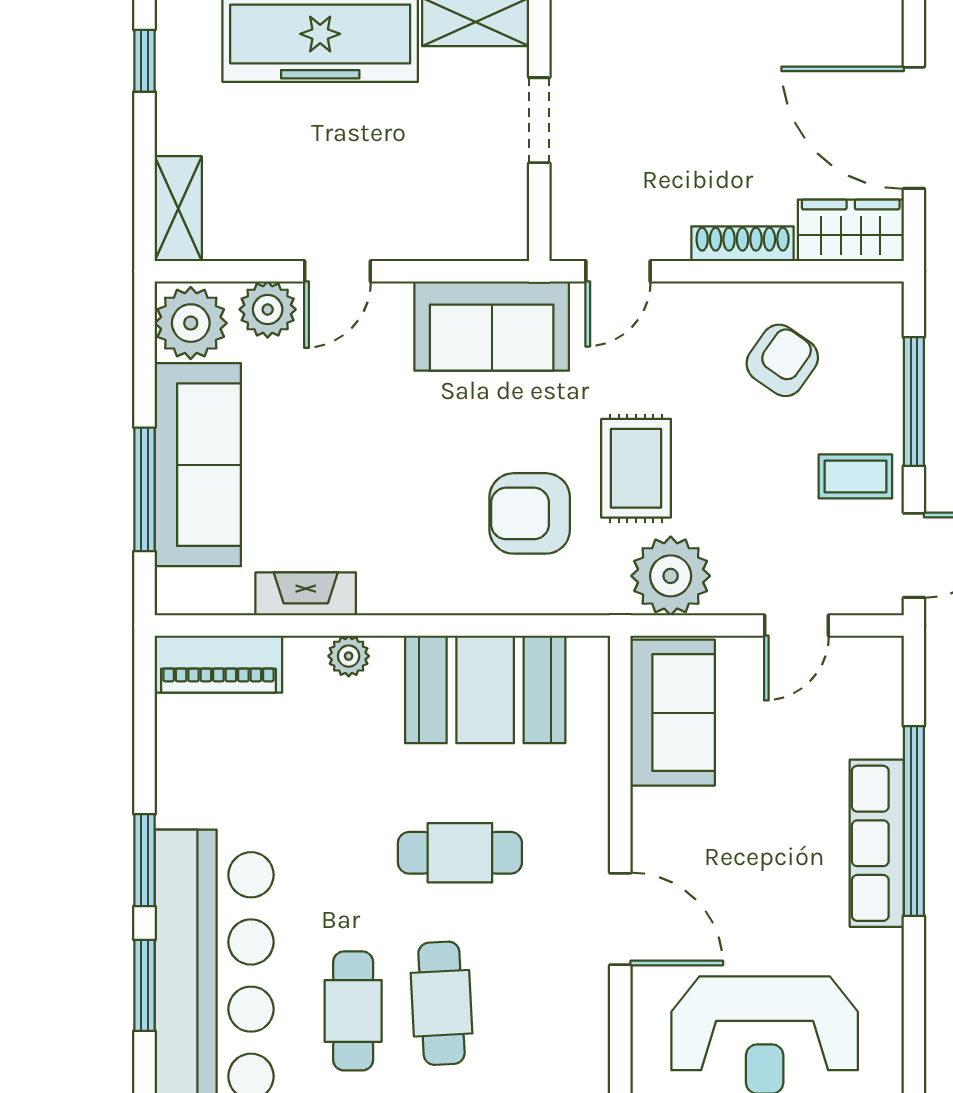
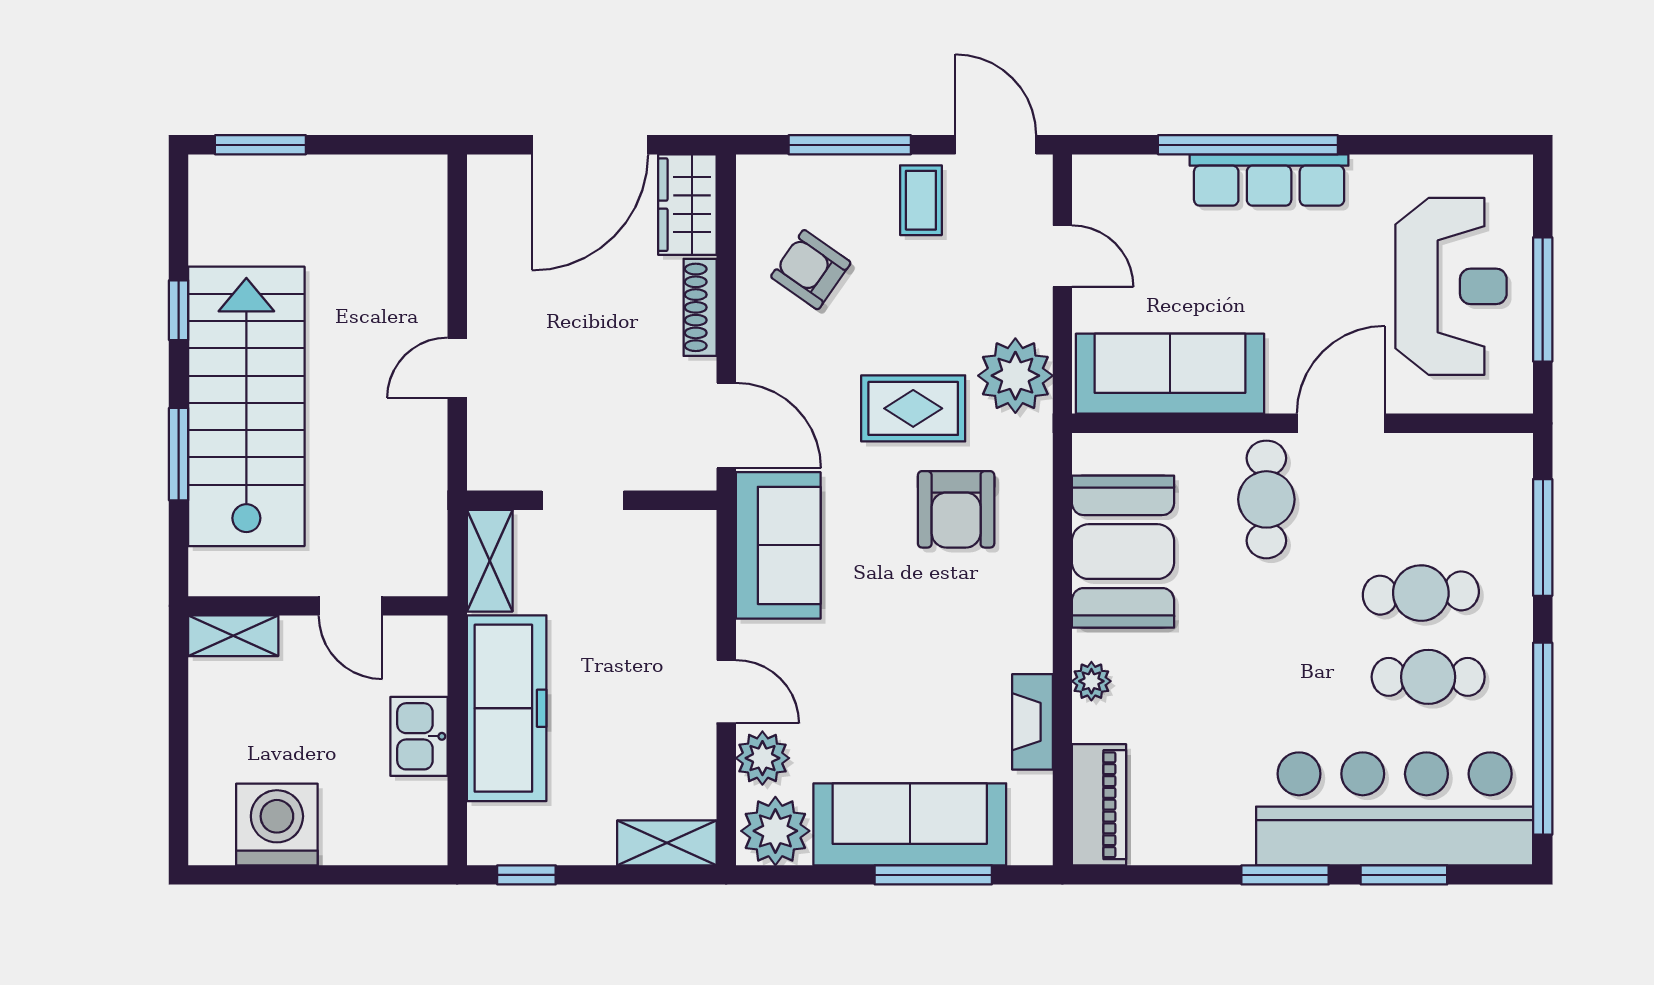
door: (618, 271) -> (726, 425), width x1.38
sofa: (673, 713) -> (1170, 374), width x1.36
cafe table: (460, 853) -> (1266, 499), moved

